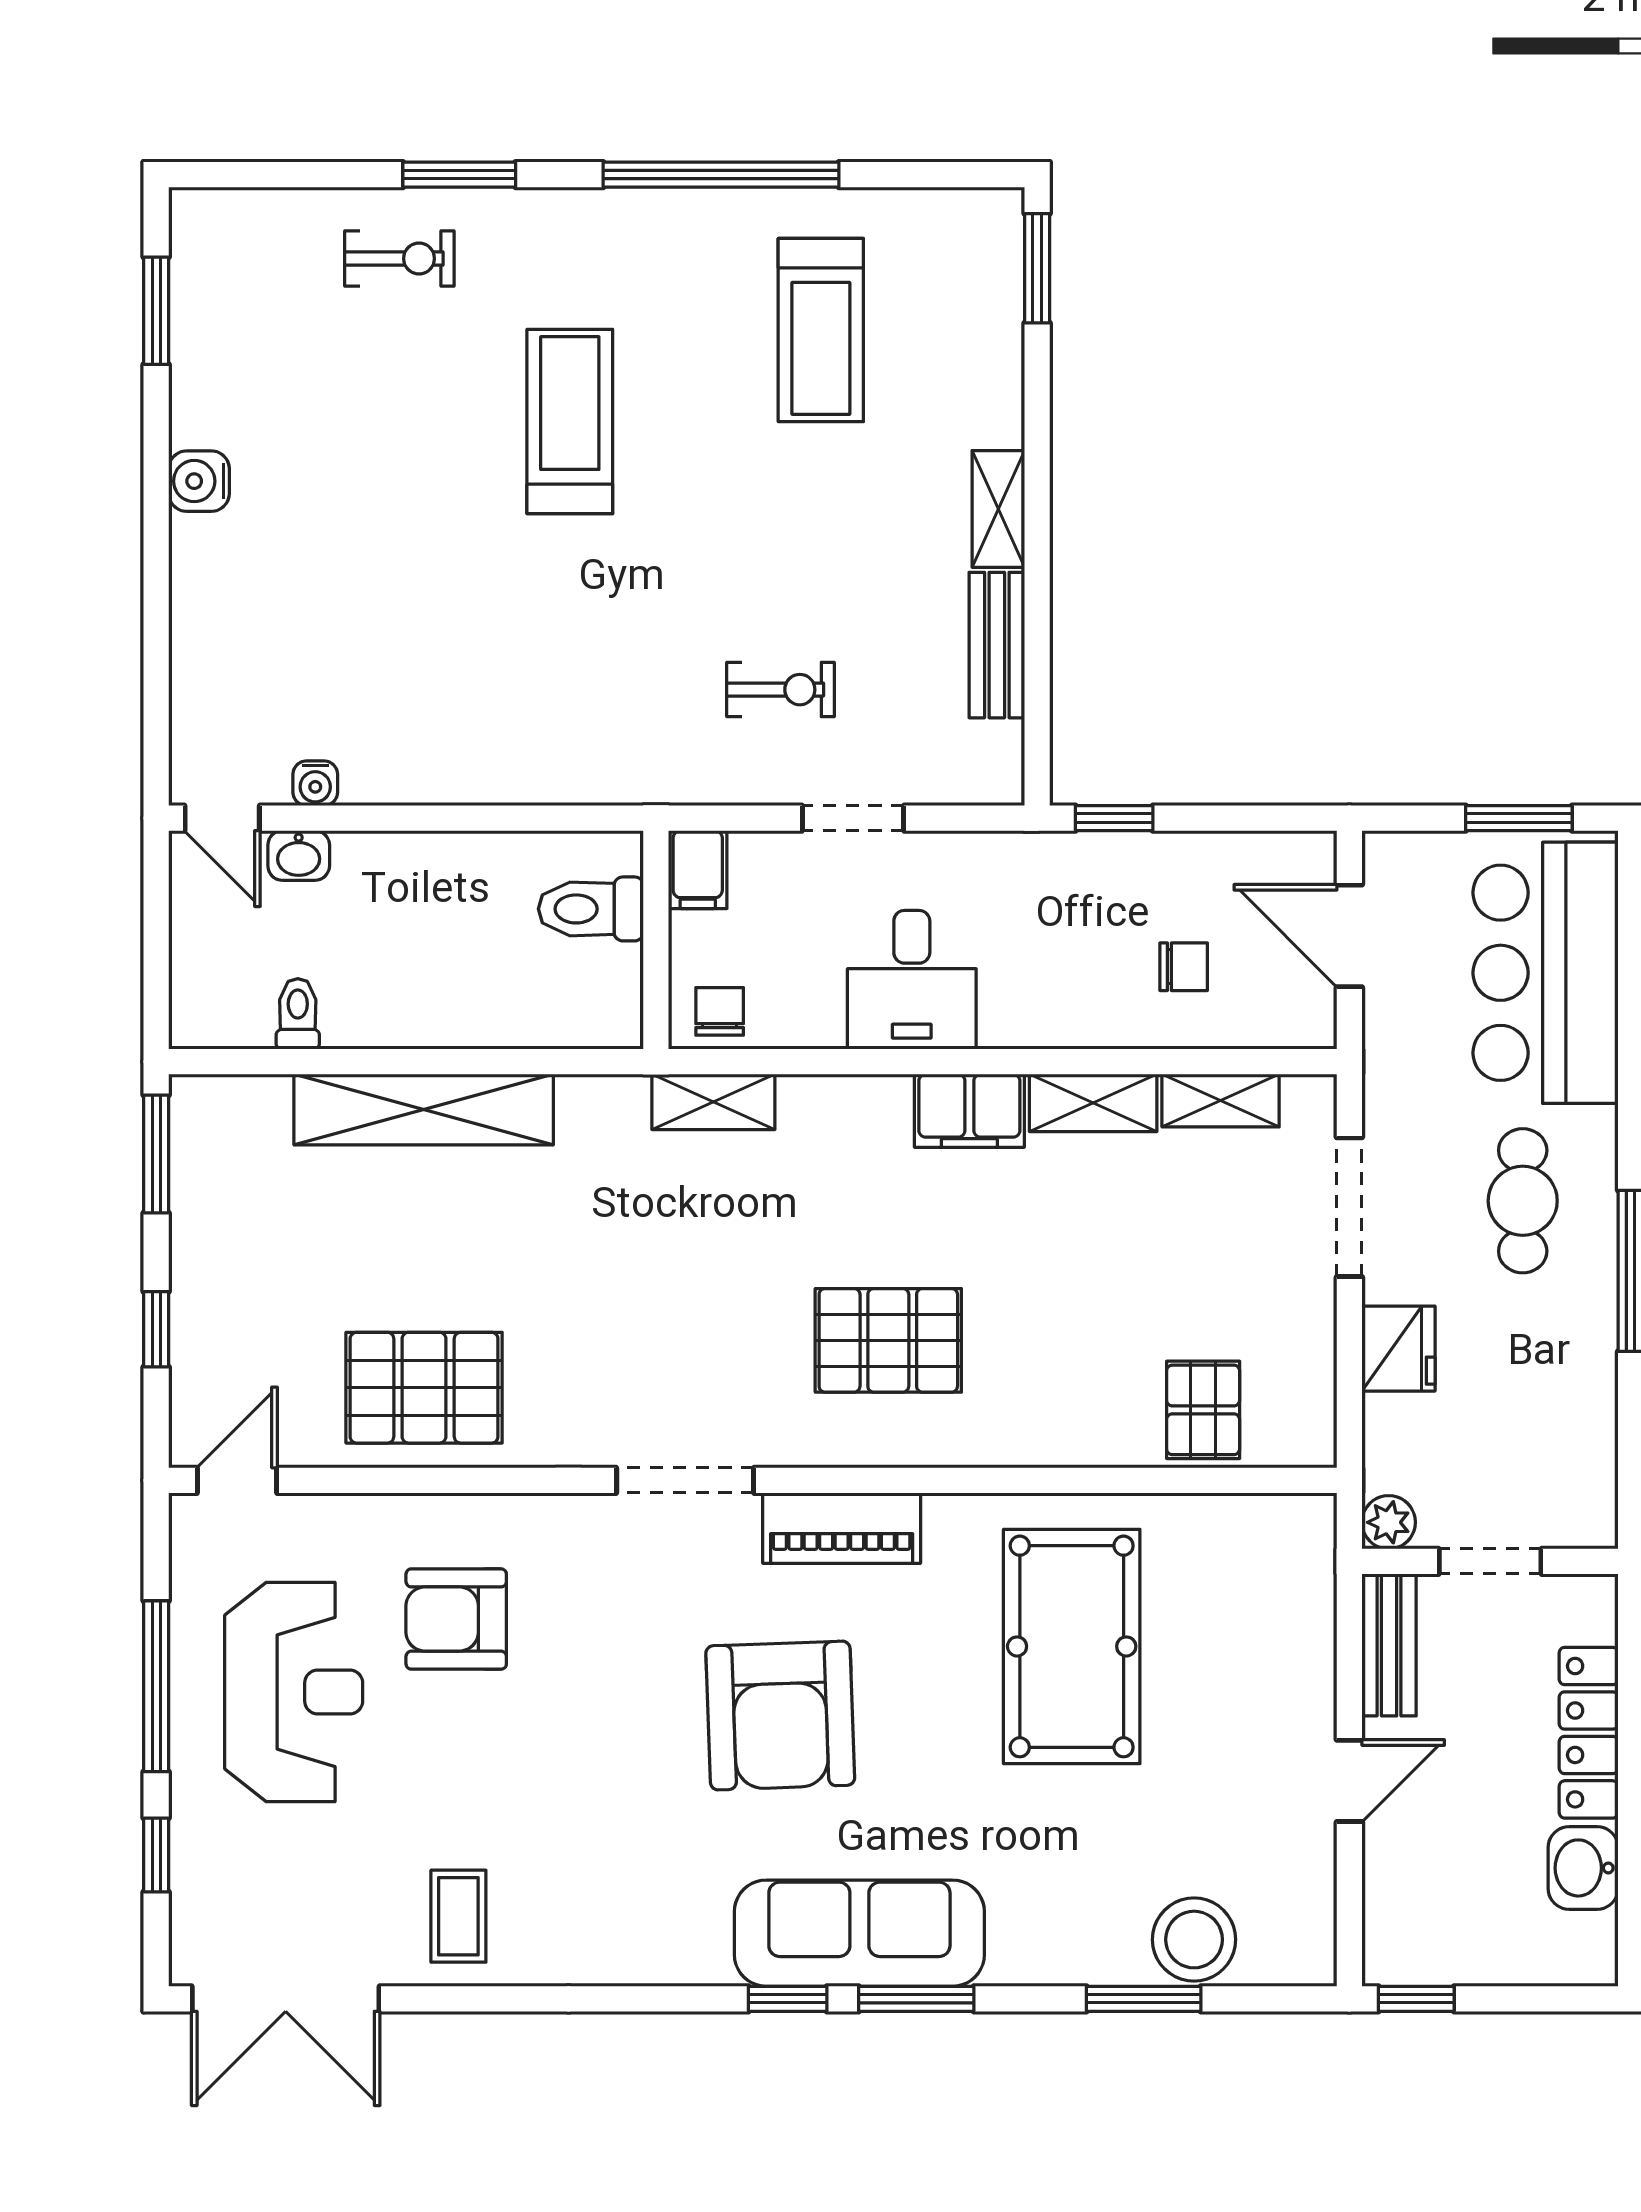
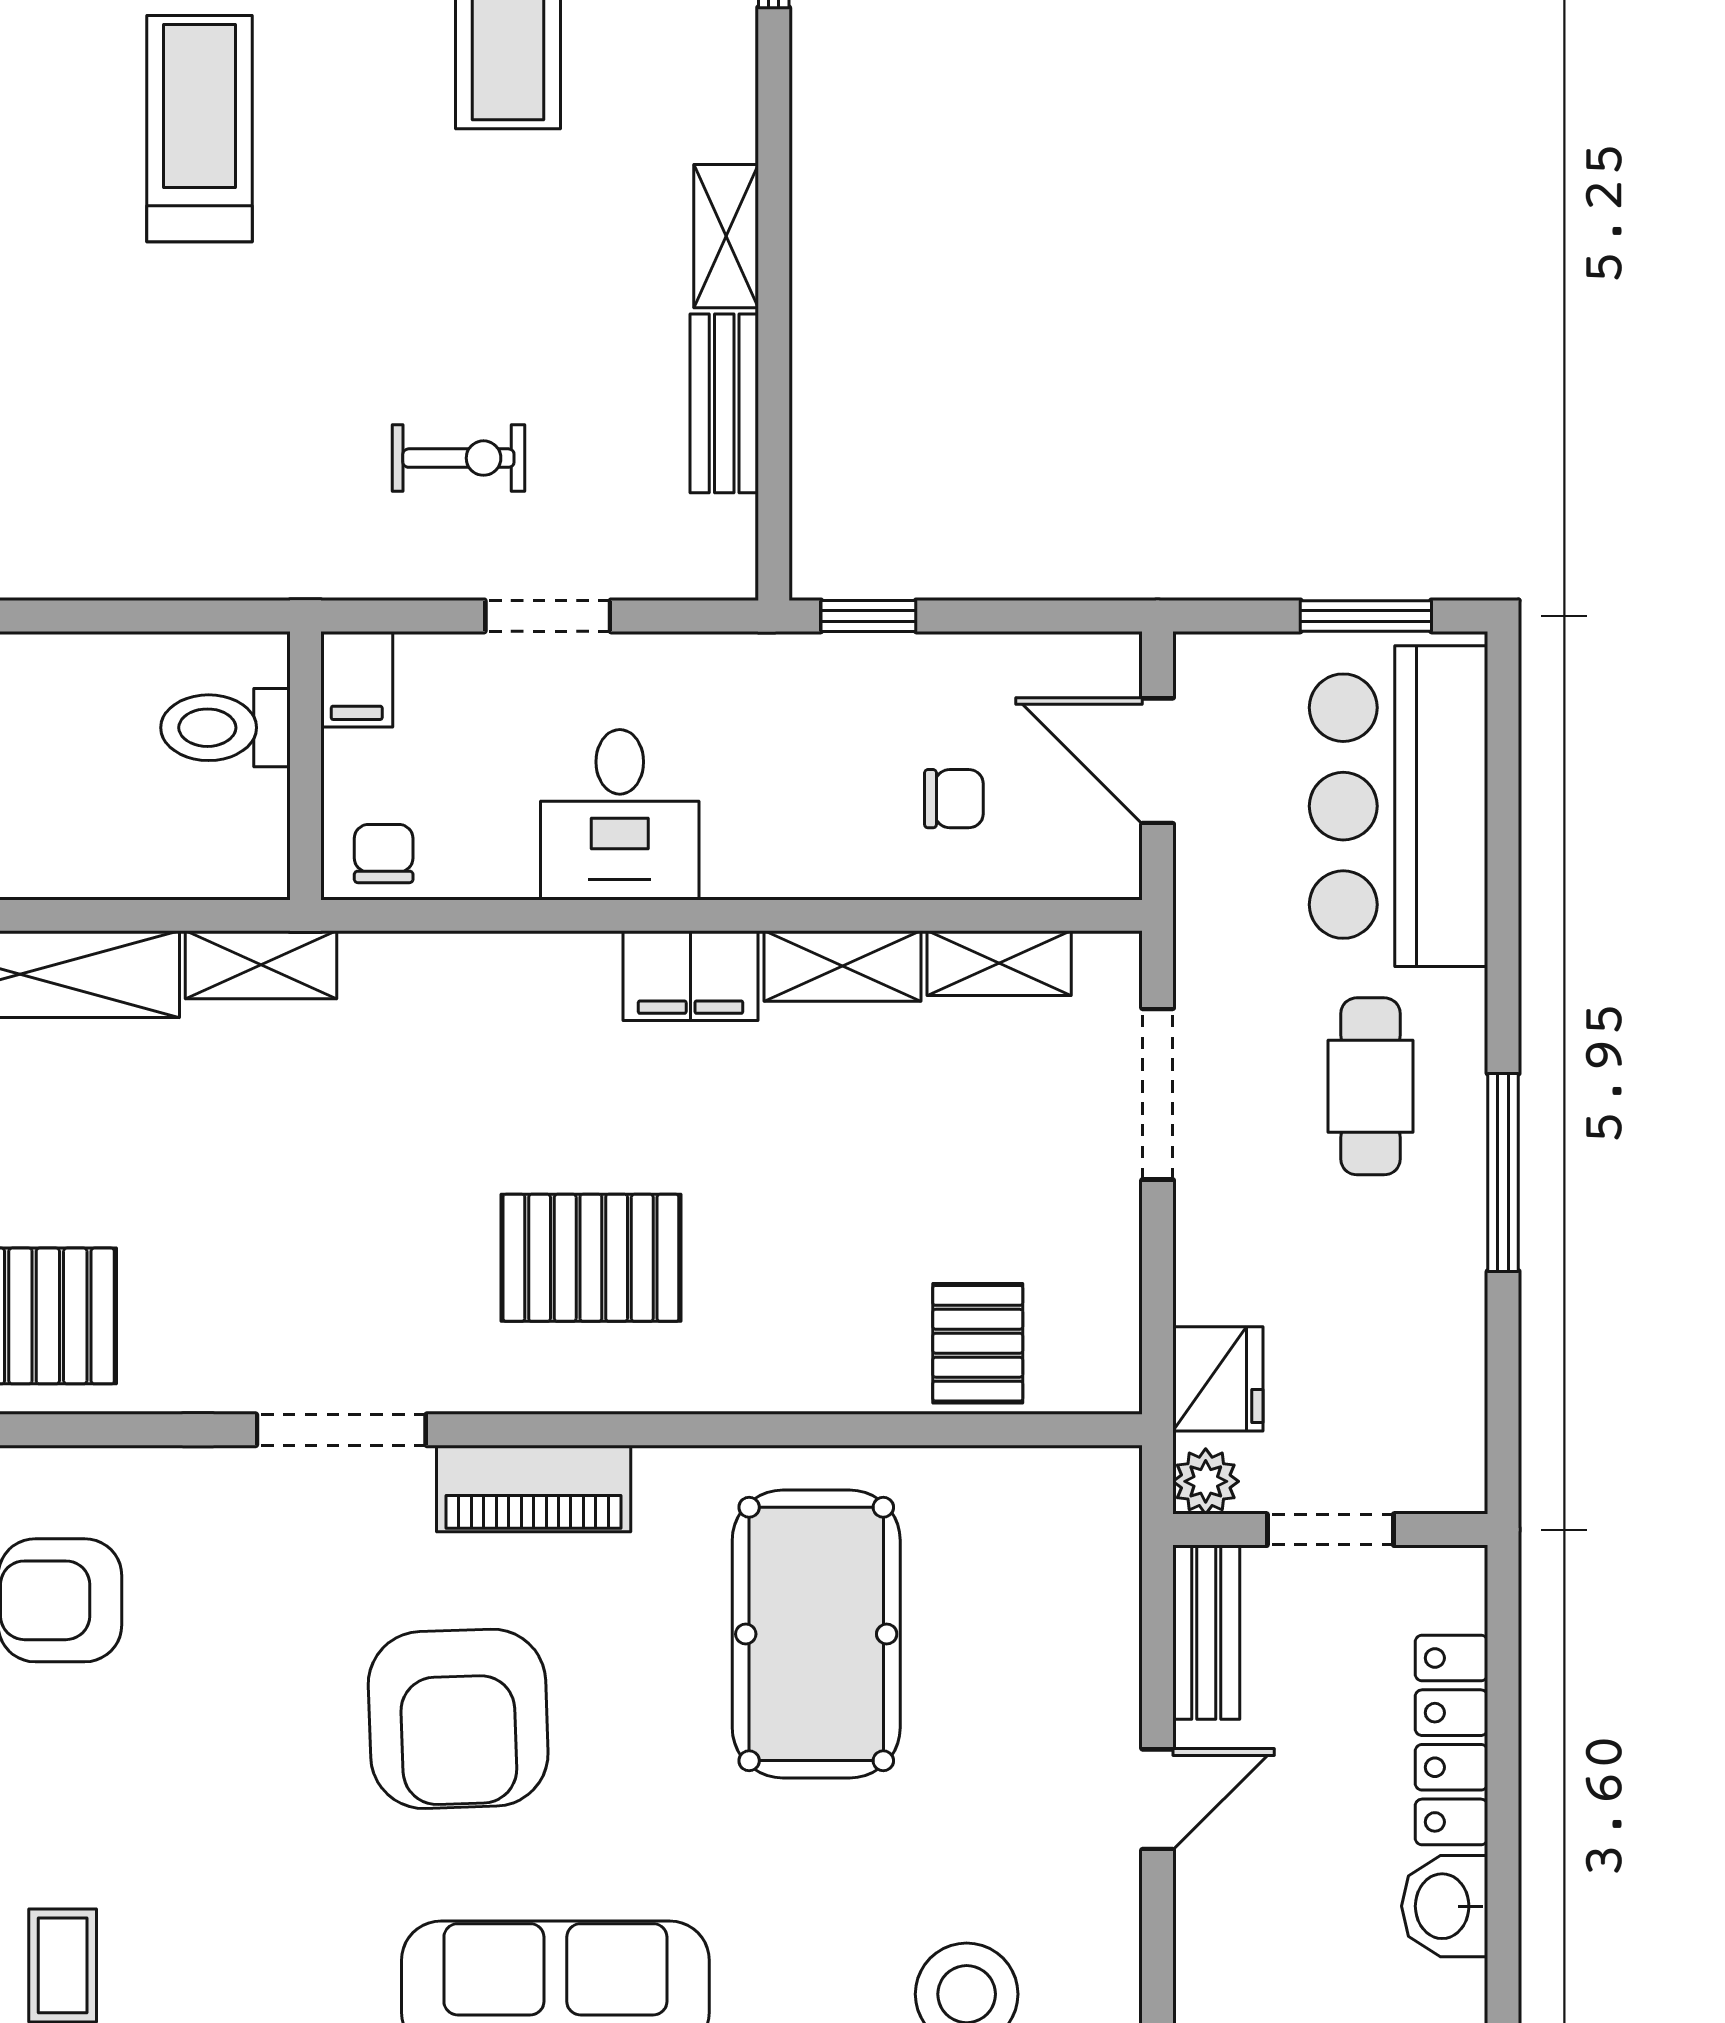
shelving: (713, 1102) -> (261, 965), moved
fridge: (1398, 1349) -> (1218, 1379), moved

